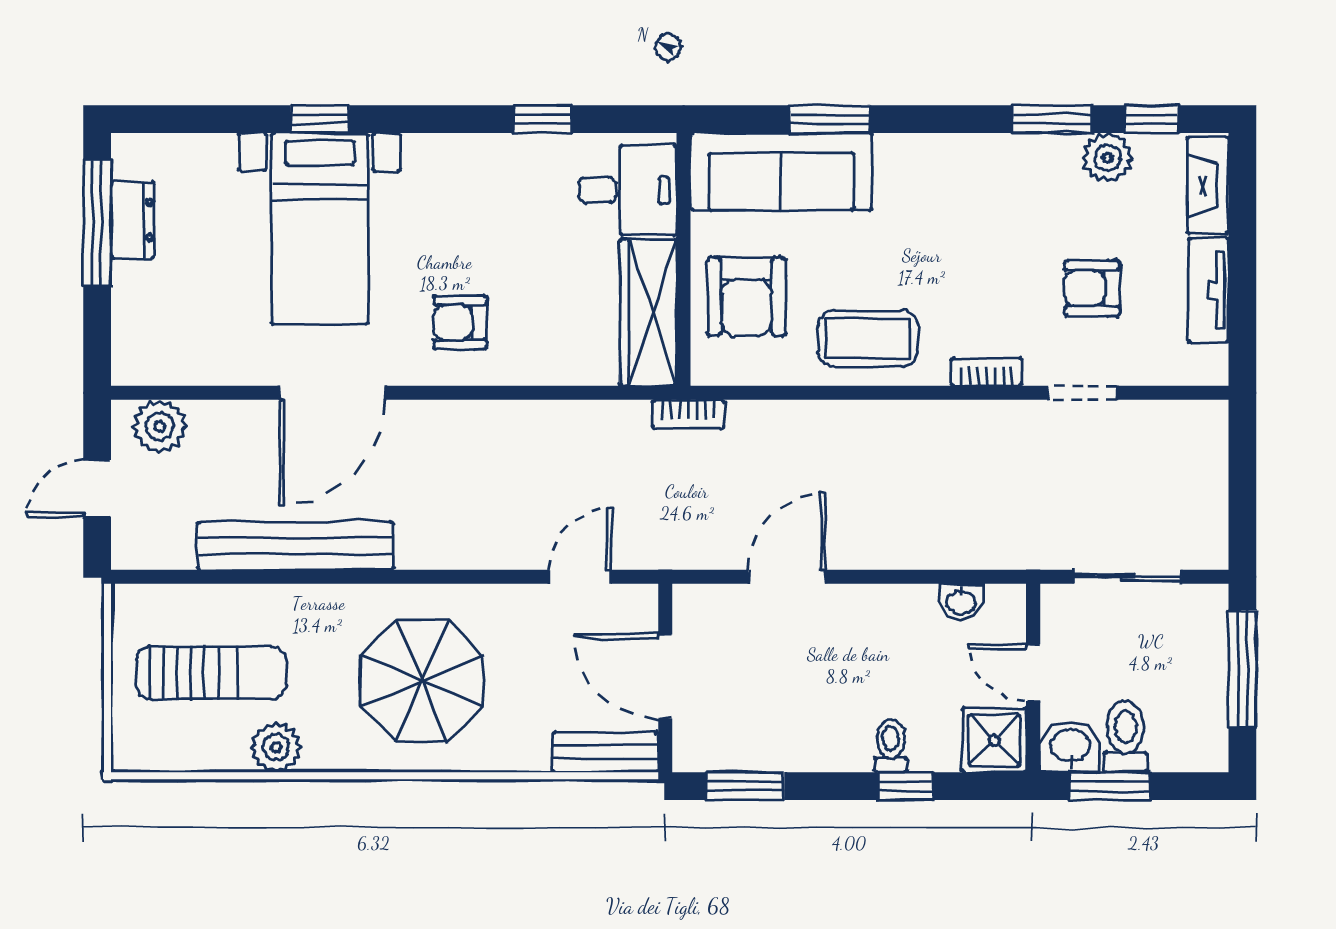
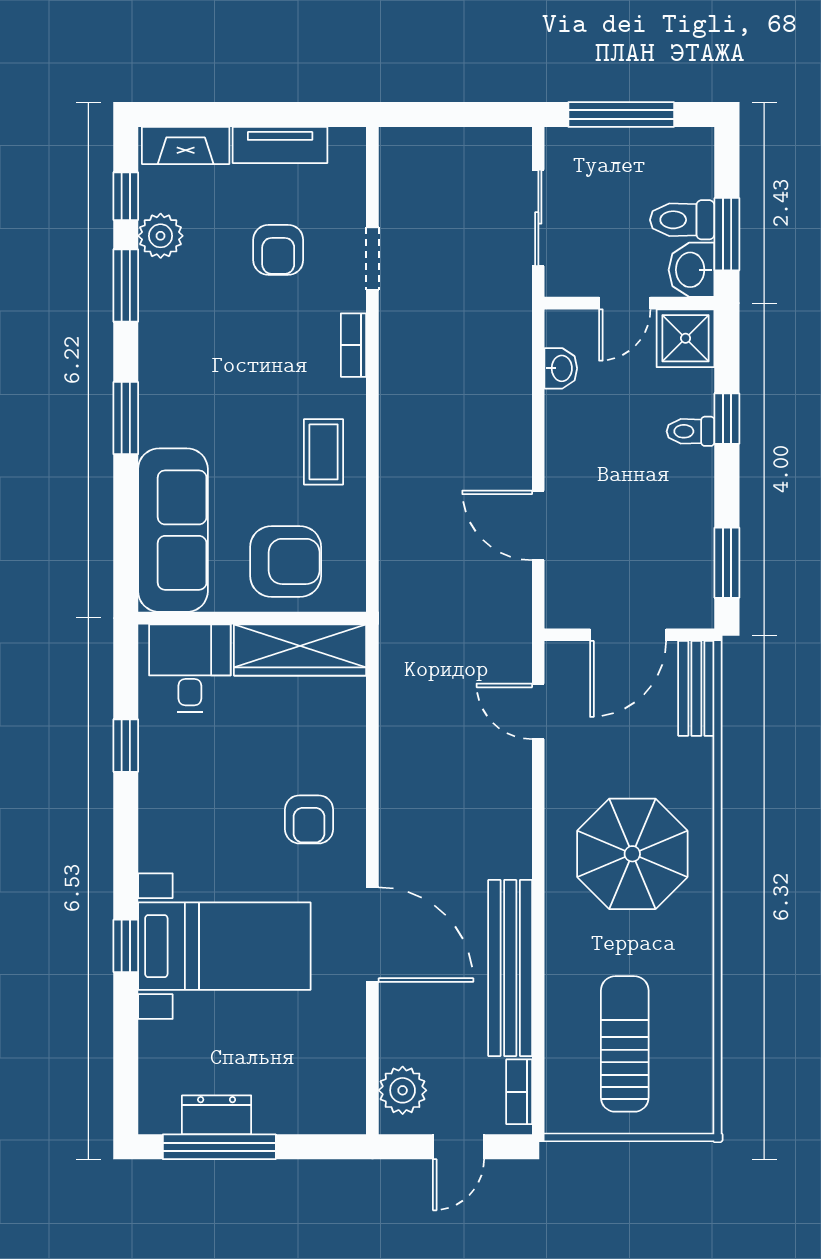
window: (830, 119) -> (126, 418), moved
coffee table: (868, 339) -> (324, 452), width x0.73, depth x0.77
bookcase: (688, 414) -> (519, 1092), moved, turned 180
door: (97, 488) -> (458, 1147), hinge flipped
plant: (276, 747) -> (692, 985), removed

